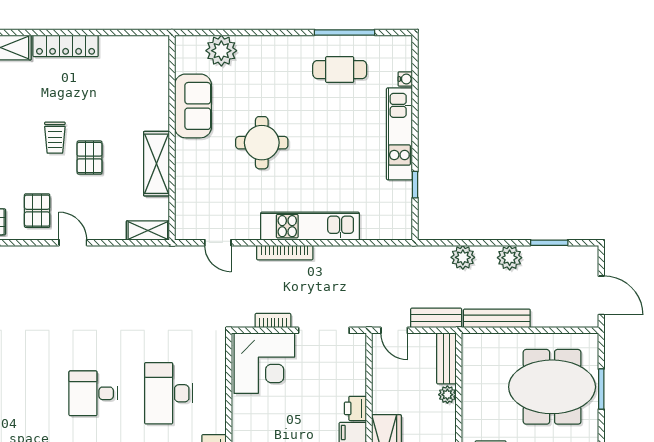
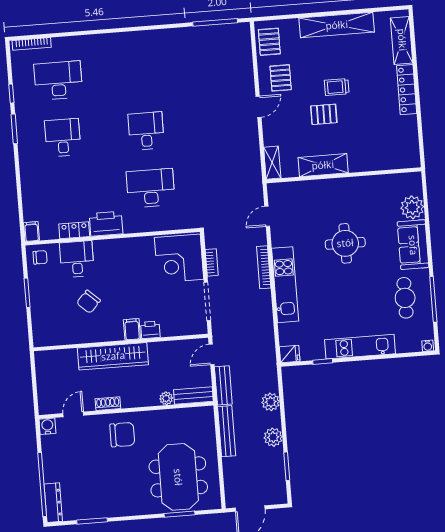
water cooler: (405, 79) -> (428, 346), moved
sofa: (193, 106) -> (413, 245), moved, turned 90
pallet: (37, 211) -> (281, 78), turned 90
fridge: (402, 227) -> (290, 354), added

